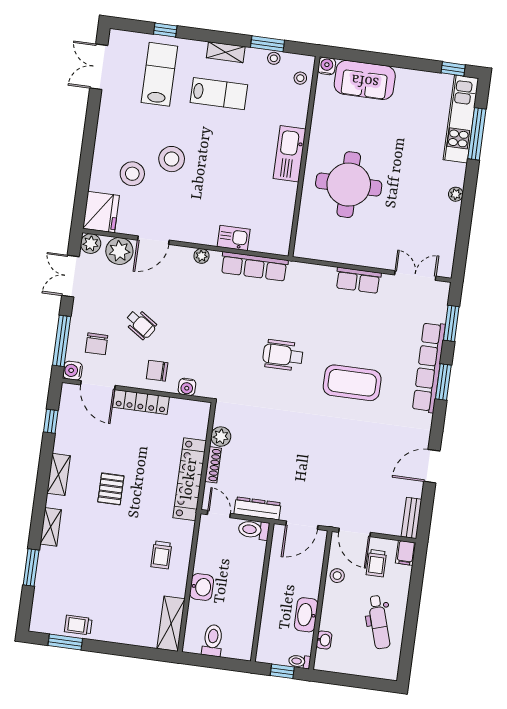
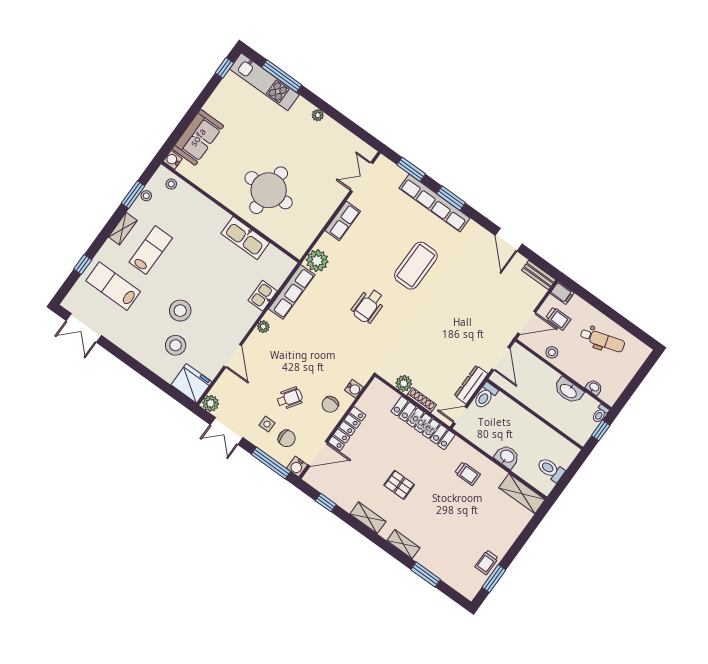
kitchen sink: (289, 154) -> (245, 238), moved
plant: (119, 251) -> (317, 261), moved
side table: (101, 315) -> (267, 424), added

